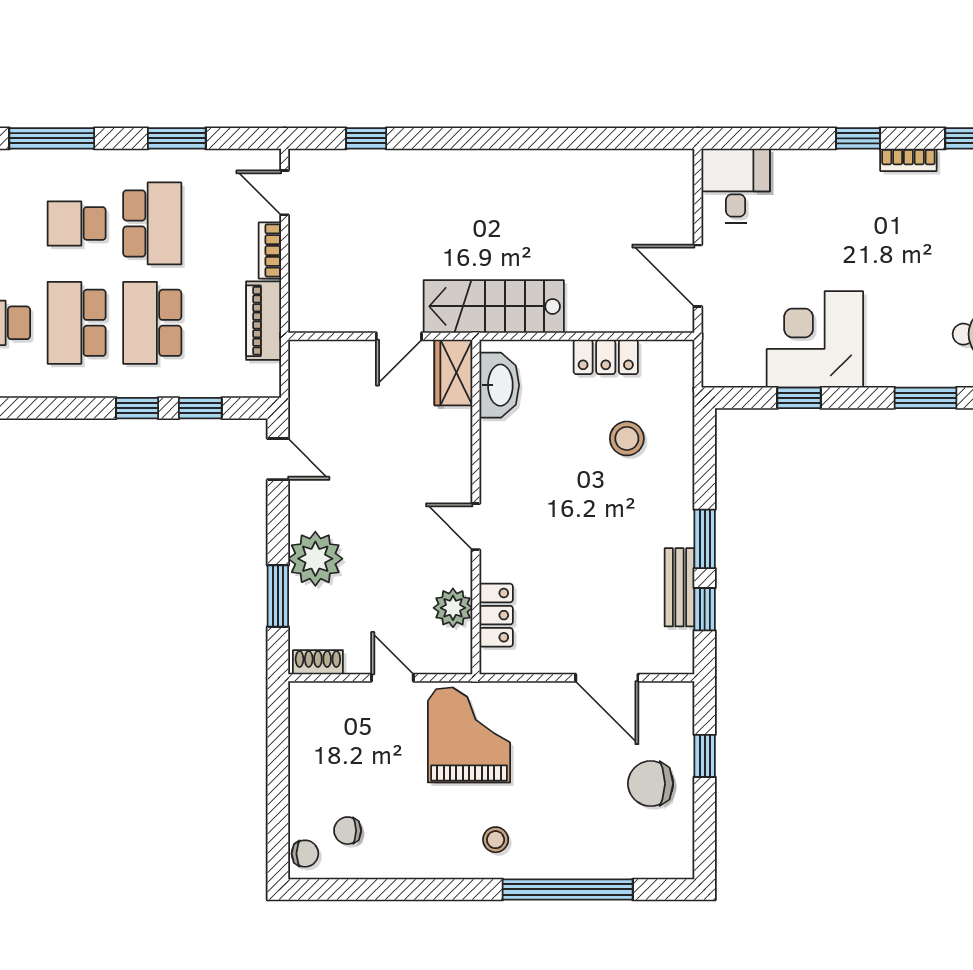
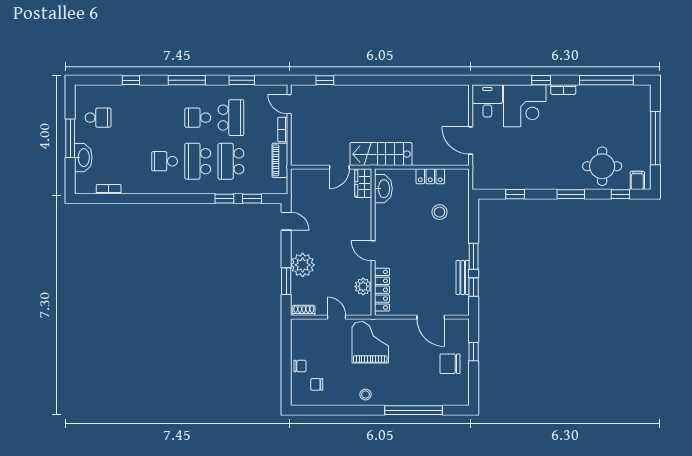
corner desk: (815, 339) -> (525, 106), moved, turned 180
locker: (496, 615) -> (382, 290), width x1.53
stool: (496, 840) -> (366, 395), moved
chair: (305, 854) -> (300, 366), moved

